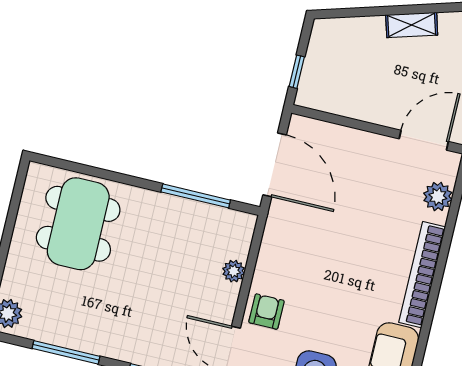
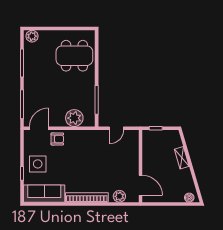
shelving: (412, 25) -> (182, 158), moved
door: (275, 165) -> (116, 128), width x0.53
plant: (234, 271) -> (74, 118), width x1.88, depth x1.88

